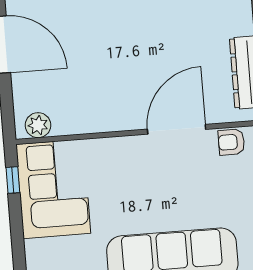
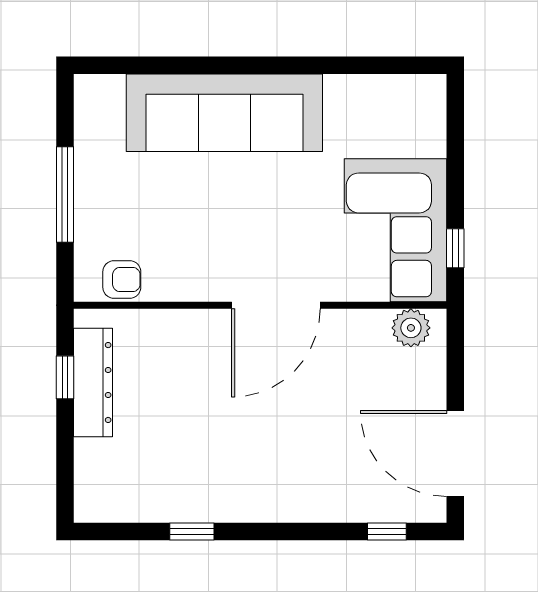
door: (177, 129) -> (276, 305), moved

